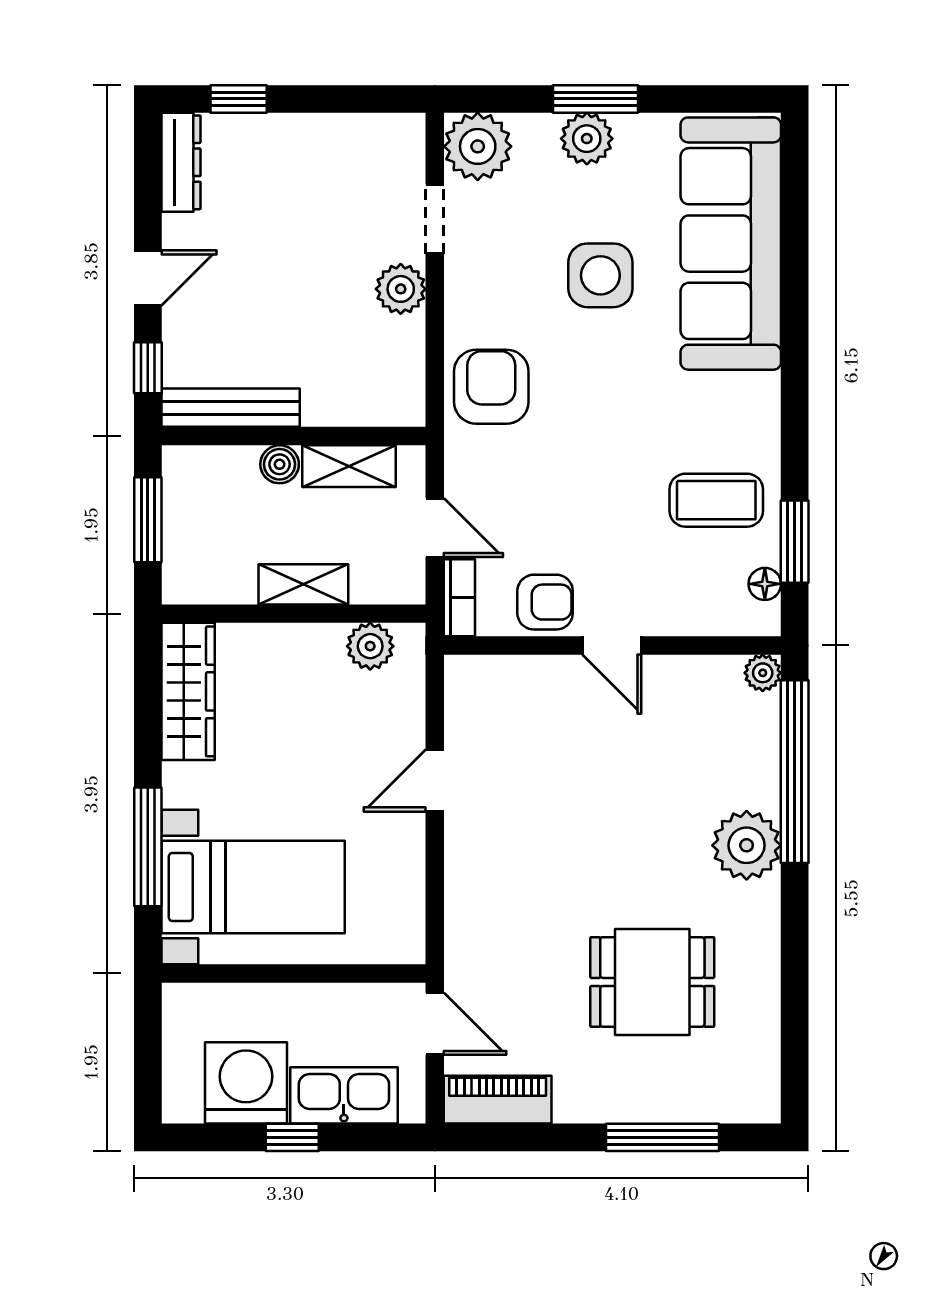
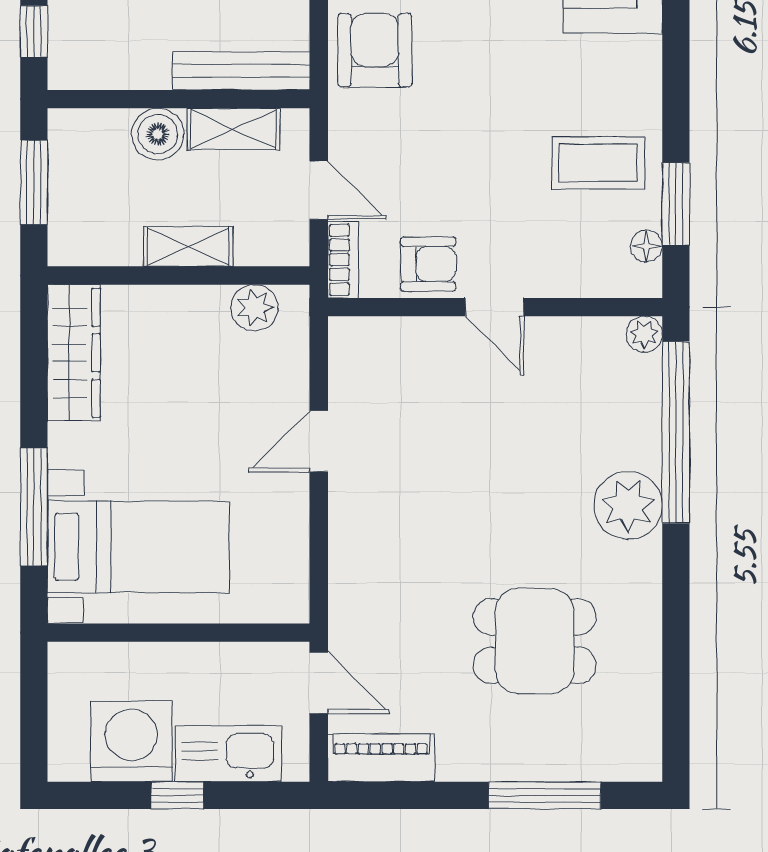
bench: (231, 408) -> (241, 71), moved
boiler: (280, 464) -> (158, 134), width x1.36, depth x1.36

